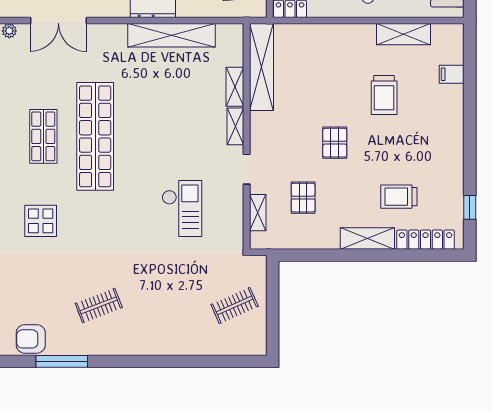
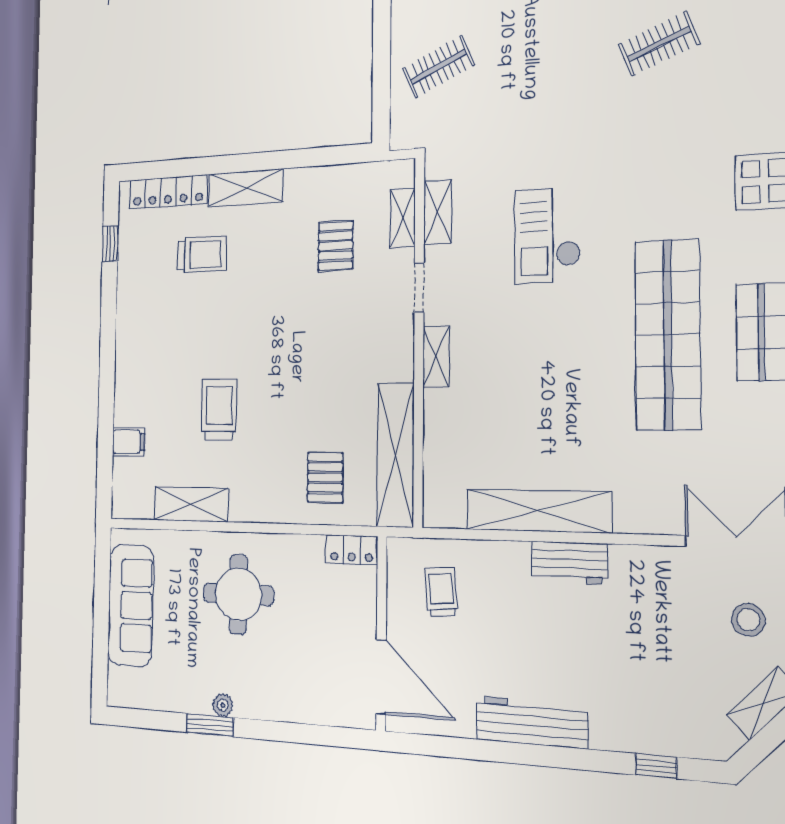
shelving: (235, 87) -> (437, 212), moved
pallet: (335, 143) -> (325, 477), moved
checkout: (182, 209) -> (547, 235), moved

